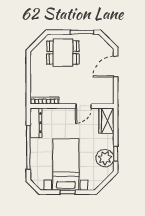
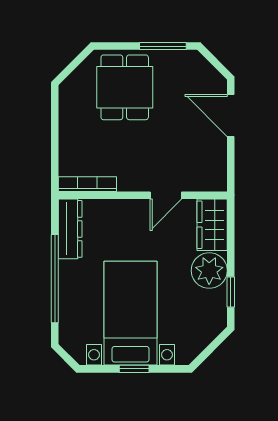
dining table: (63, 53) -> (125, 87), turned 90
door: (116, 67) -> (231, 116), hinge flipped
plant: (105, 158) -> (209, 271), moved

